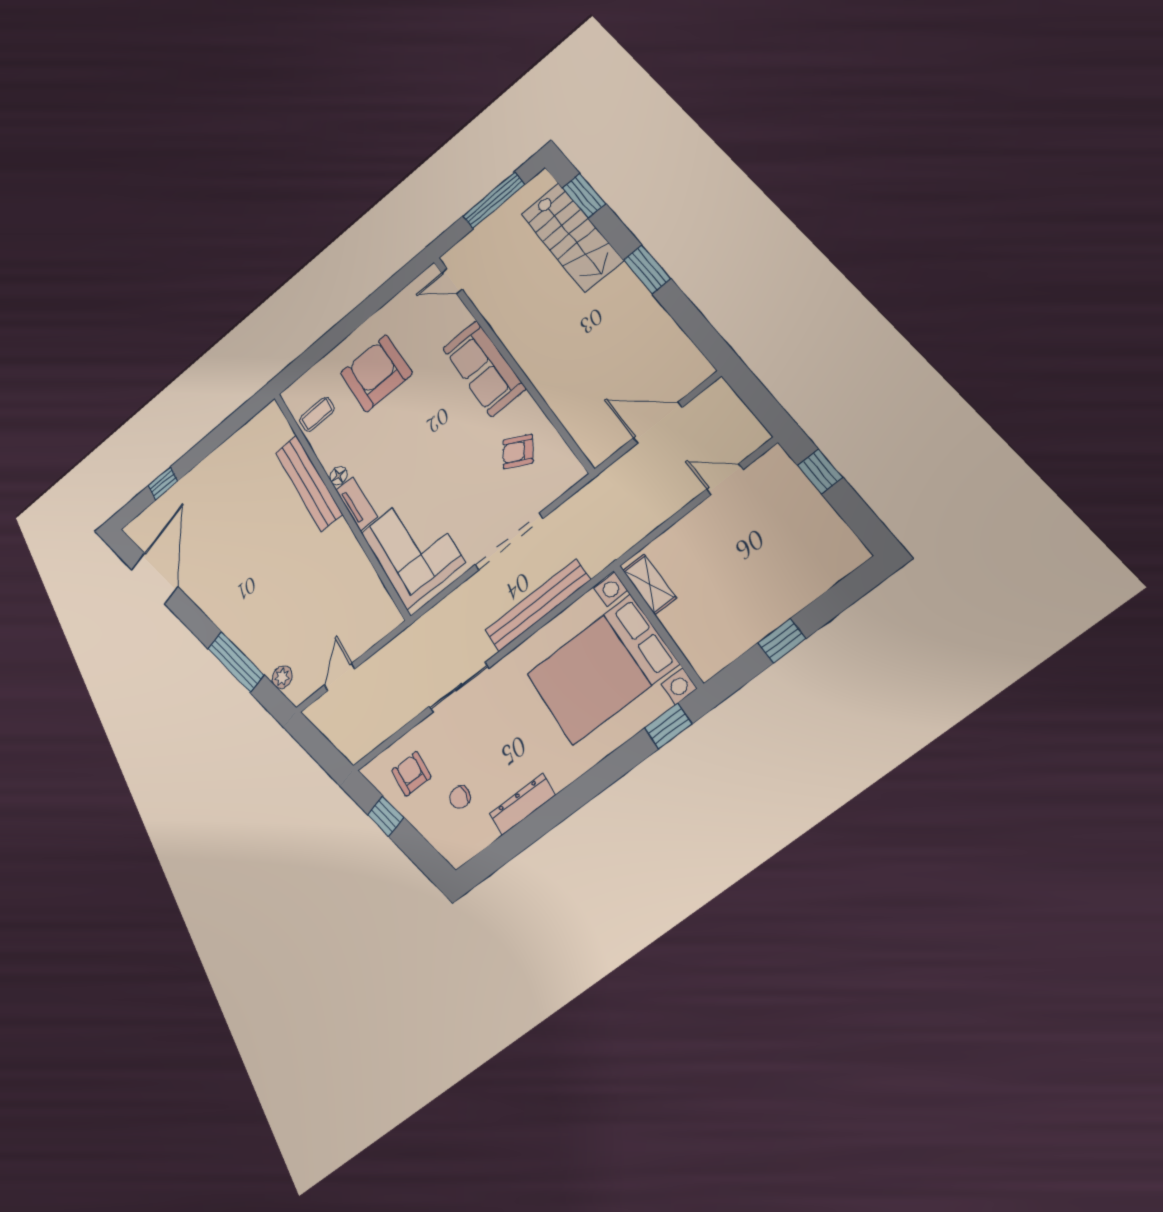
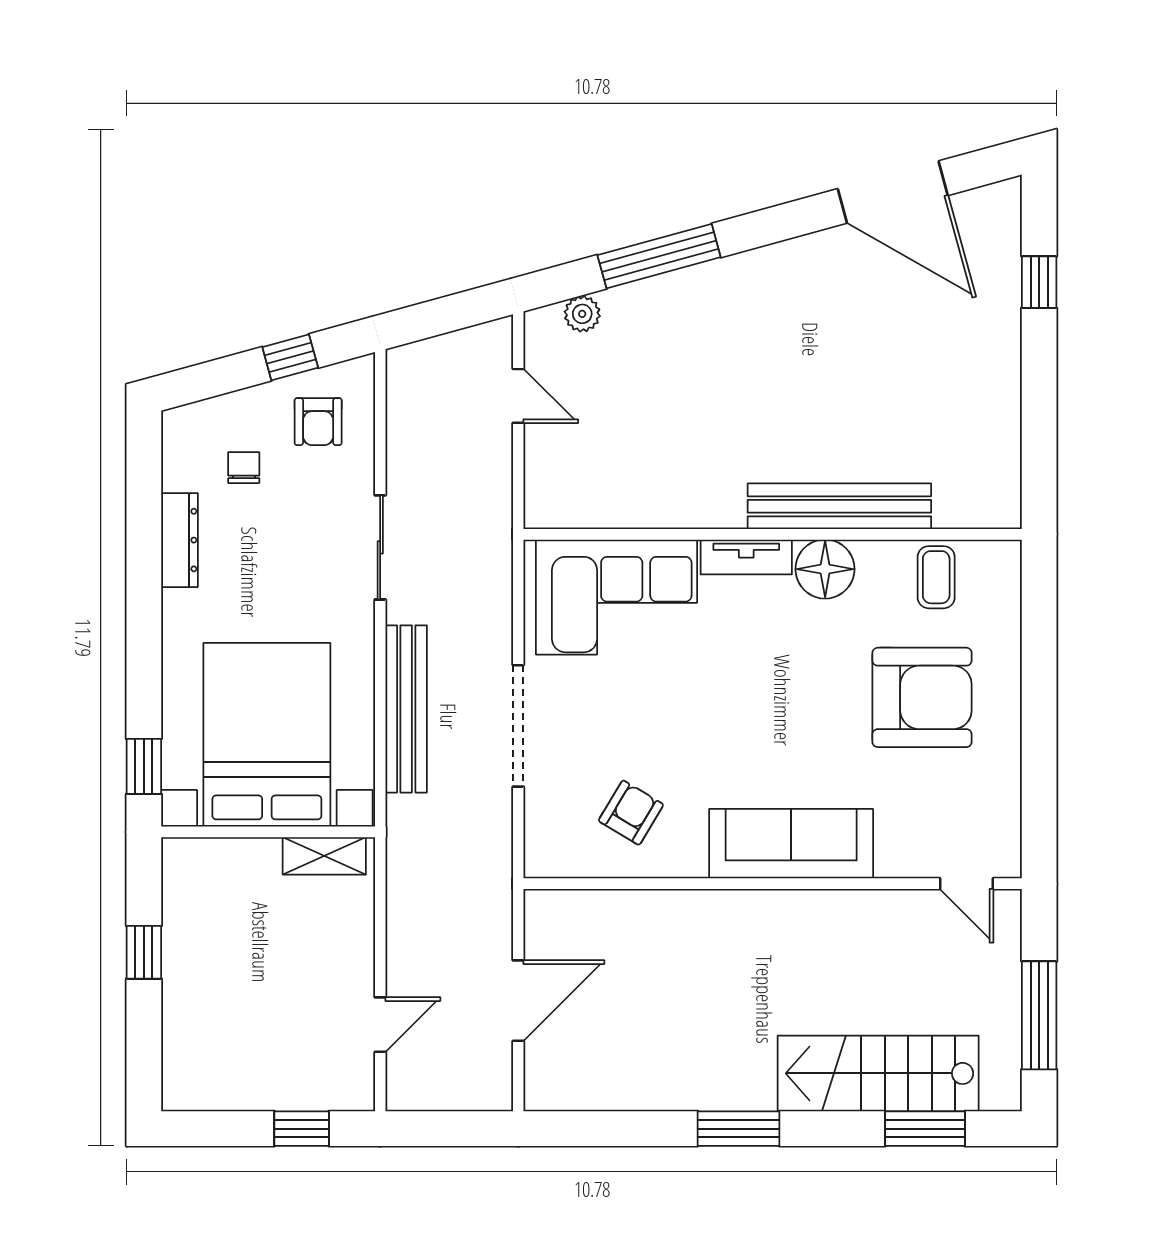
door: (452, 281) -> (967, 884), swing flipped
floor lamp: (338, 476) -> (825, 569), width x1.89, depth x1.89
armchair: (411, 774) -> (318, 422), turned 90

